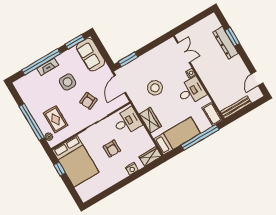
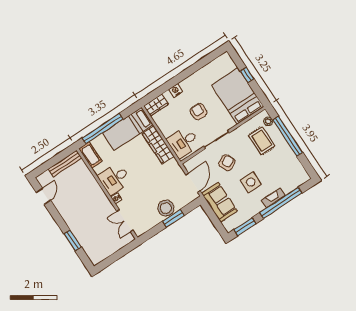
dresser: (226, 43) -> (80, 234), removed
sofa: (91, 55) -> (219, 202), moved
window: (128, 59) -> (173, 218), moved
stool: (155, 88) -> (166, 208), moved
wardrobe: (150, 120) -> (158, 145), width x1.50
window: (60, 169) -> (247, 75), moved

